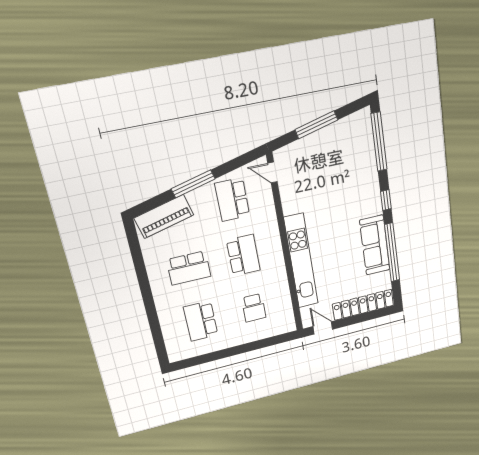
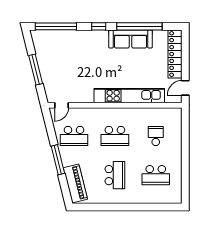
school desk: (243, 255) -> (115, 136), turned 180
school desk: (254, 308) -> (156, 136), turned -90

